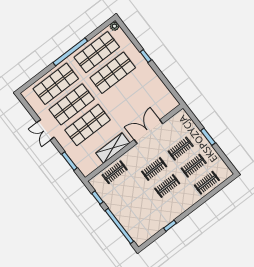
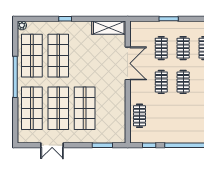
double door: (45, 130) -> (52, 145), moved
double door: (148, 132) -> (128, 63), swing flipped
shelving: (113, 148) -> (109, 28), moved, turned 90

